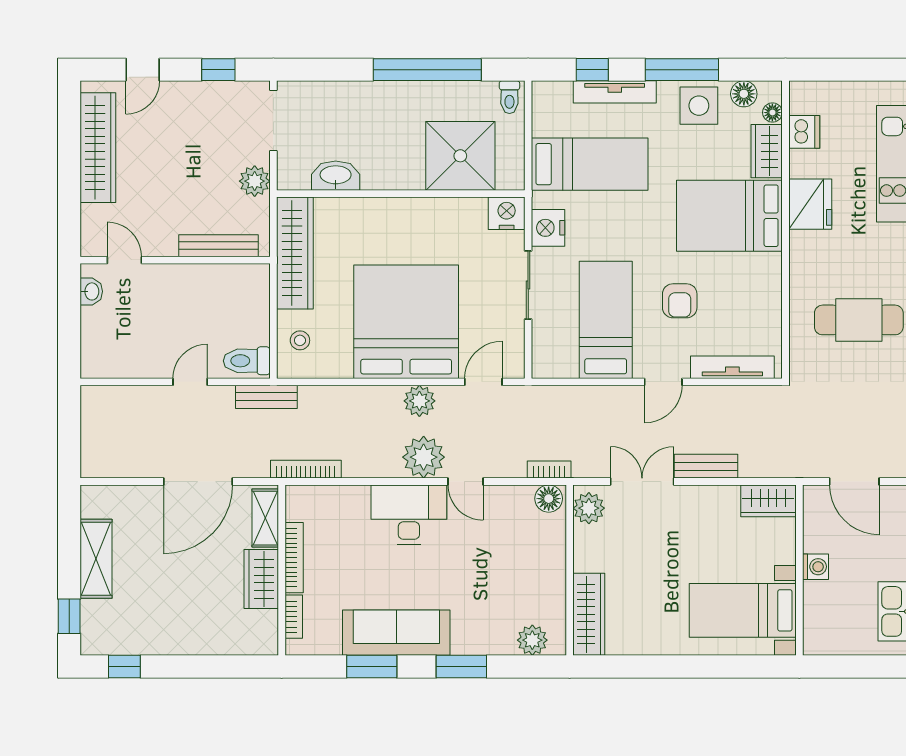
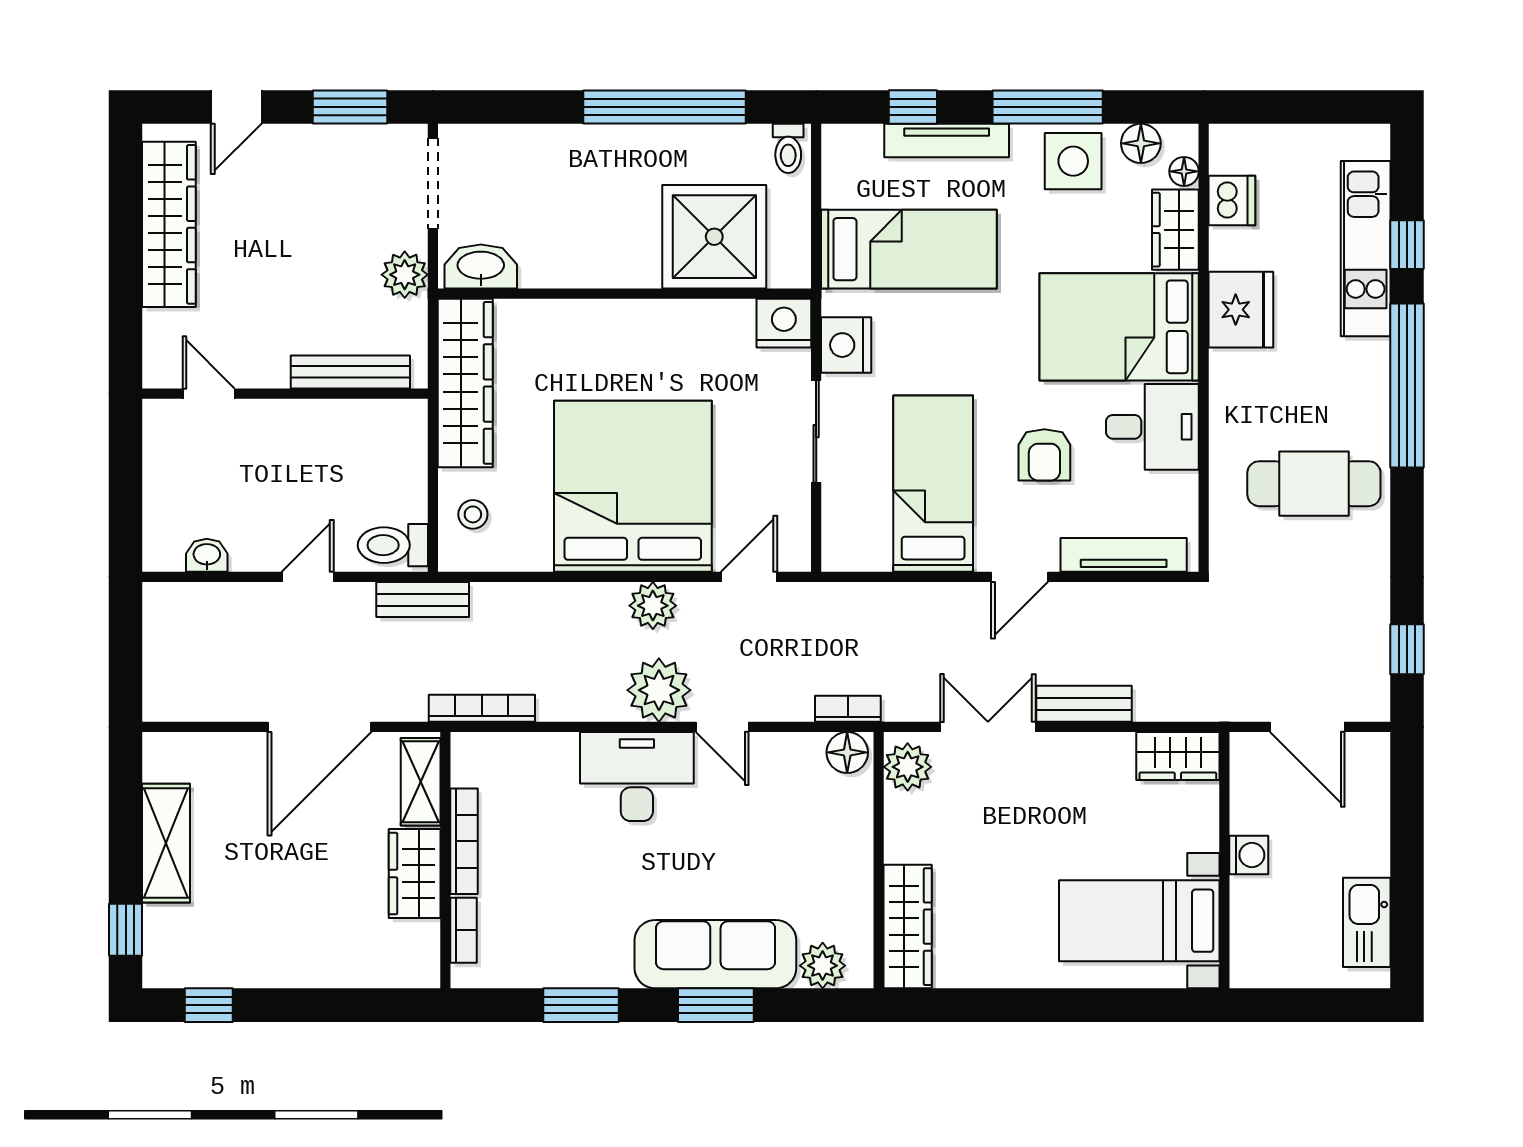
window: (218, 70) -> (350, 107), width x1.50
washbasin: (336, 176) -> (481, 267), moved
desk: (751, 282) -> (1152, 427), added
washbasin: (91, 291) -> (207, 555), moved, turned -90
sofa: (396, 633) -> (715, 954), moved

